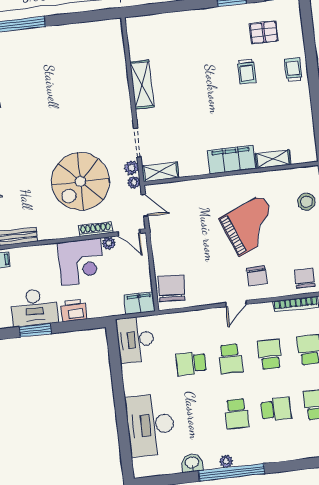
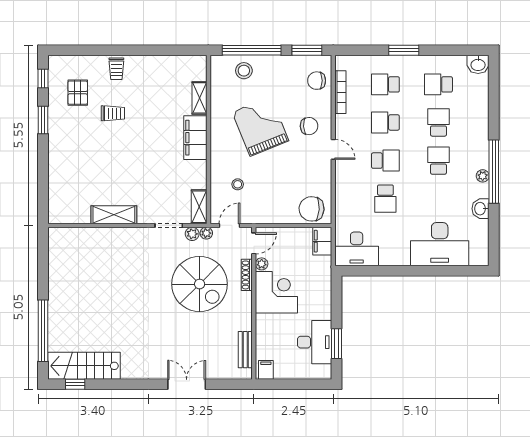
trolley: (293, 70) -> (116, 69), turned -90
stool: (188, 209) -> (238, 184), added
printer: (73, 311) -> (322, 305), removed
school desk: (237, 414) -> (438, 161), turned -90

